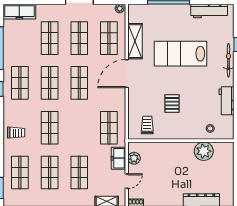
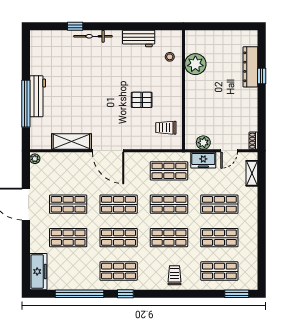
workbench: (209, 11) -> (38, 96), moved
shop shelf: (109, 38) -> (169, 204), moved
lab bench: (180, 54) -> (86, 90), removed
door: (127, 181) -> (229, 151), swing flipped

